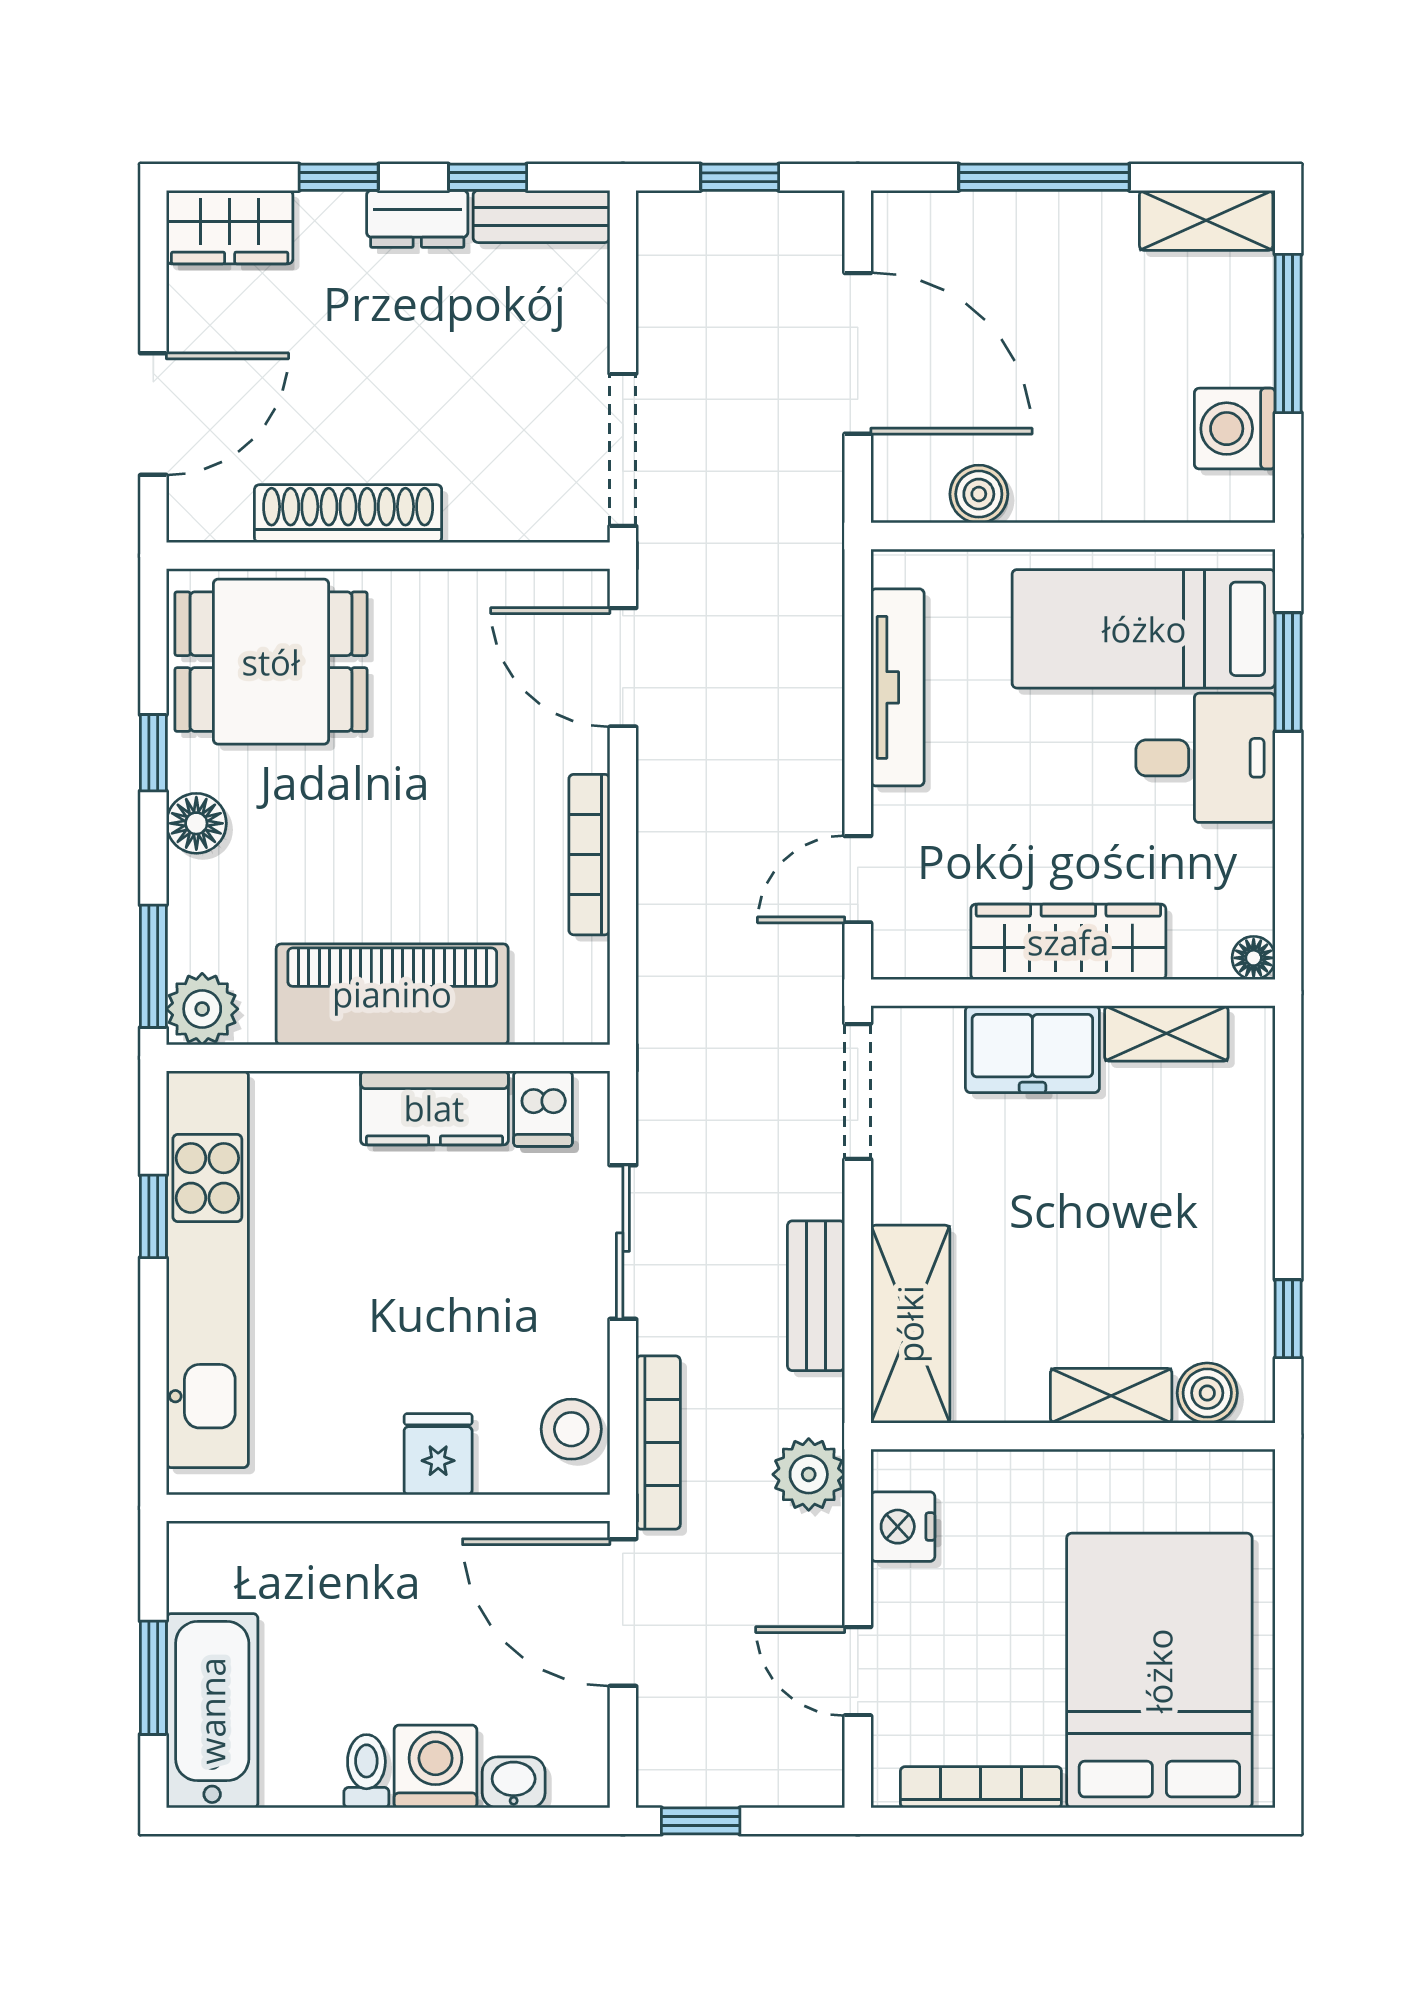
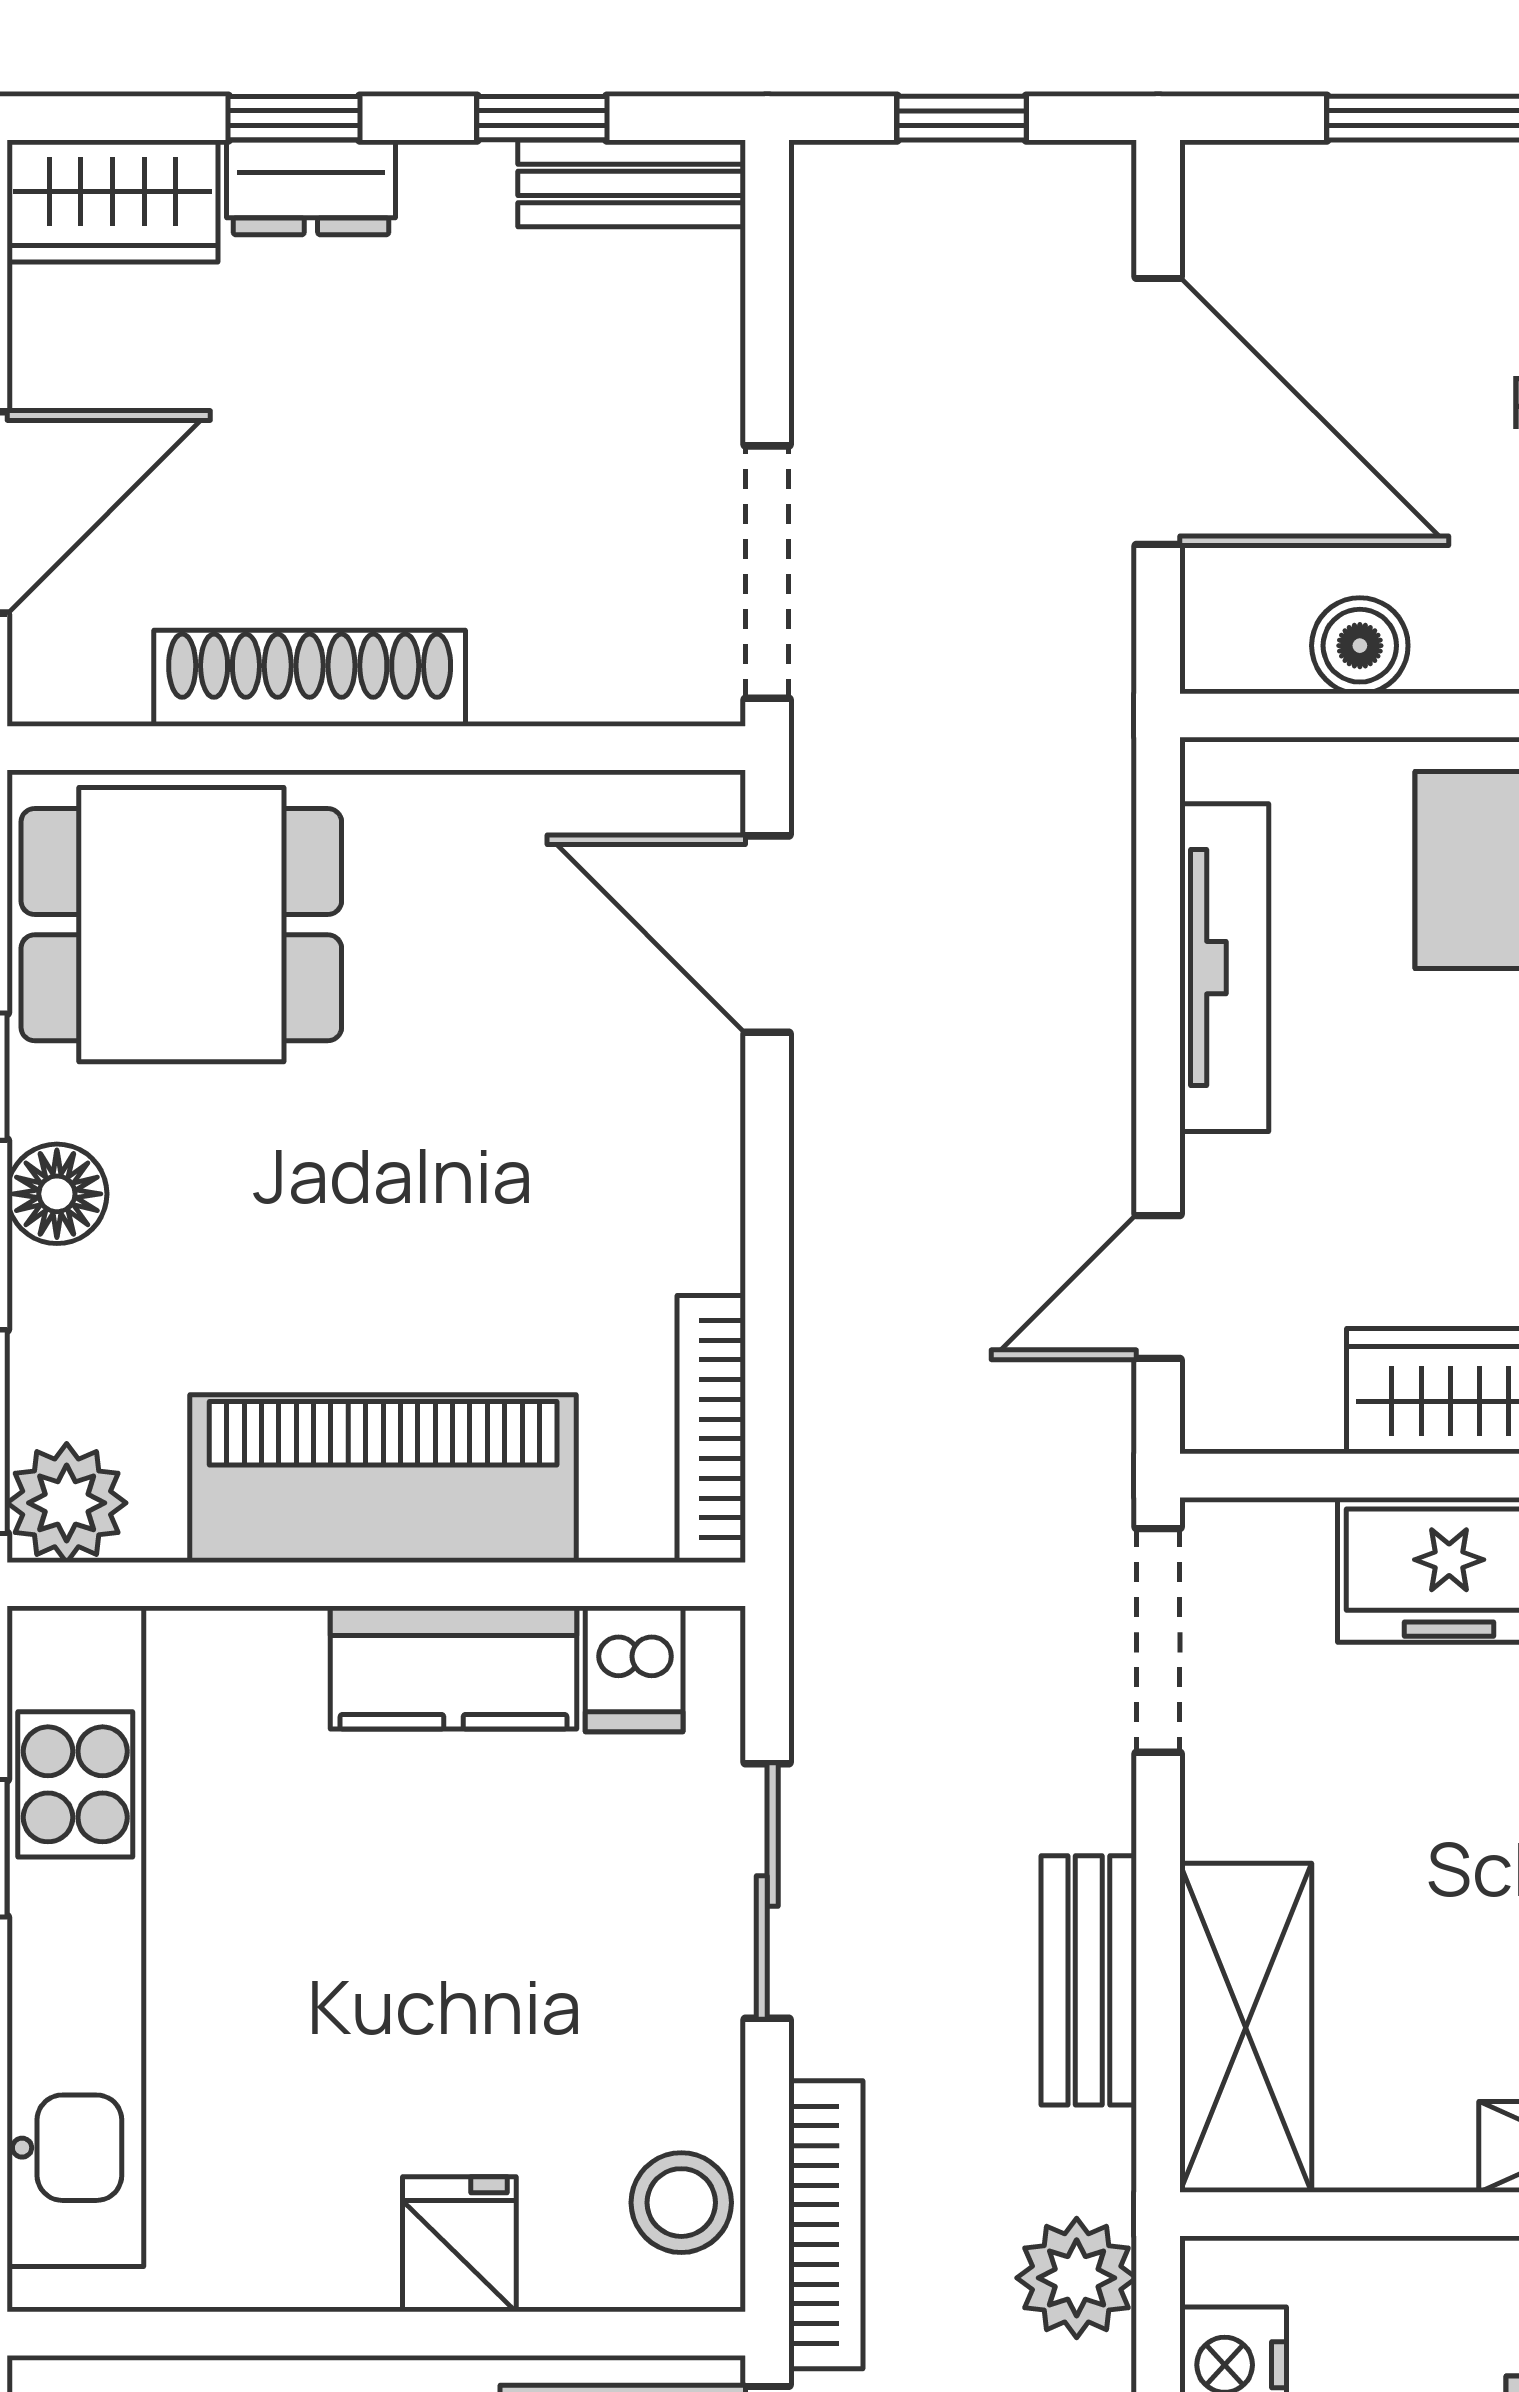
dresser: (417, 219) -> (311, 187), moved
bookcase: (589, 855) -> (711, 1429), moved

